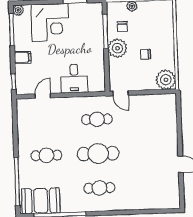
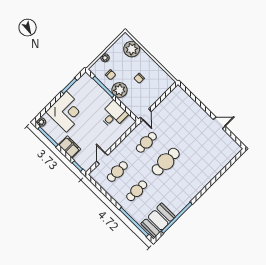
filing cabinet: (23, 57) -> (70, 147), width x2.00
desk: (74, 79) -> (113, 115), moved, turned -90
plant: (166, 80) -> (132, 49), moved
door: (121, 93) -> (146, 114), hinge flipped
cafe table: (99, 188) -> (117, 172), moved

